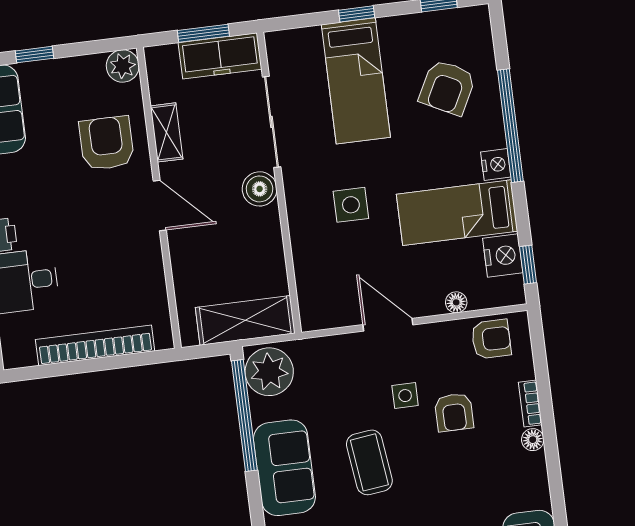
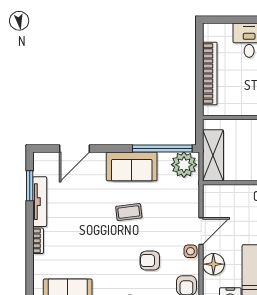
floor lamp: (456, 302) -> (213, 264), width x1.89, depth x1.89
side table: (405, 396) -> (190, 251), moved
coffee table: (369, 462) -> (129, 212), width x0.73, depth x0.77

